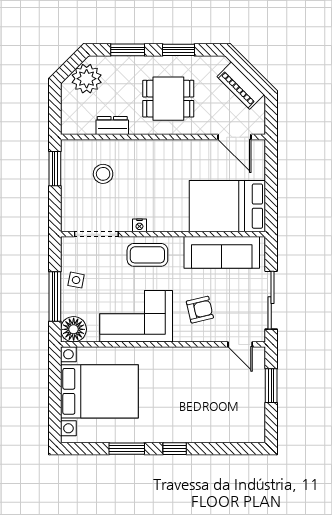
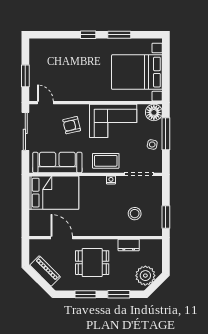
door: (234, 137) -> (62, 238), moved

